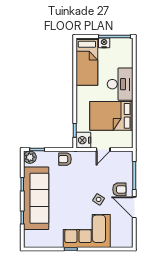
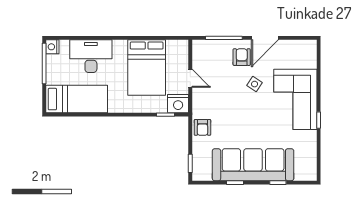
nightstand: (104, 43) -> (52, 47), moved
desk: (120, 84) -> (91, 56), moved
plant: (30, 157) -> (200, 173), removed

